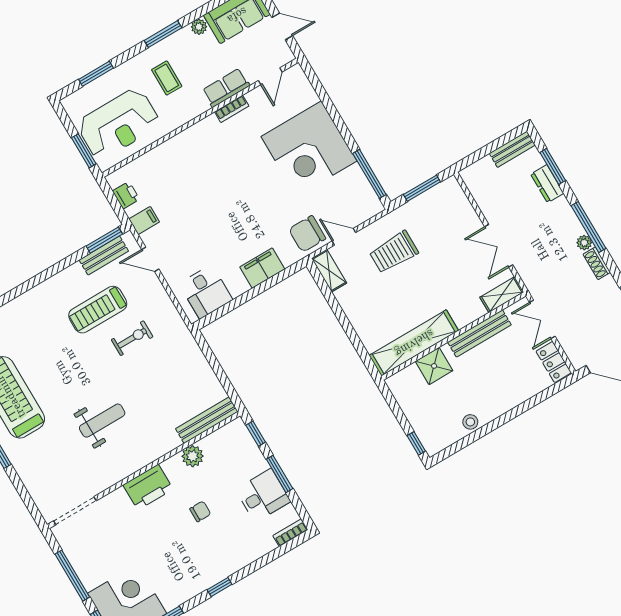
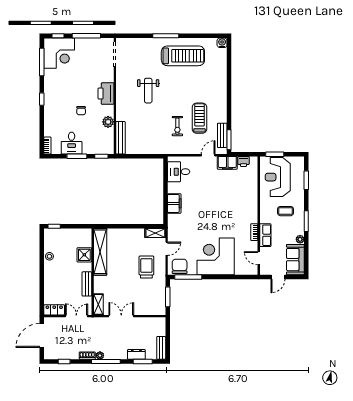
filing cabinet: (144, 221) -> (227, 163), width x2.00
chair: (307, 234) -> (180, 266), moved
bench: (479, 333) -> (87, 284), width x0.73

